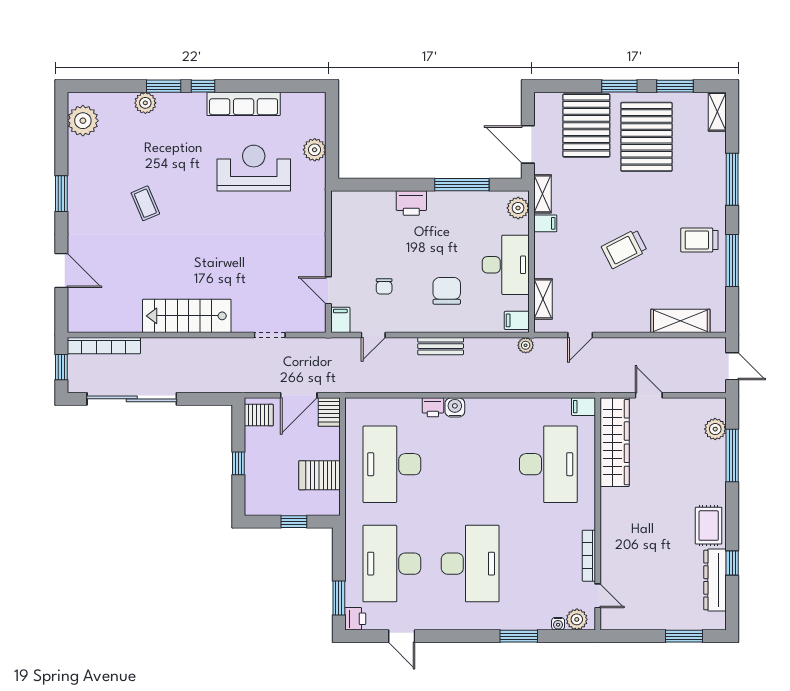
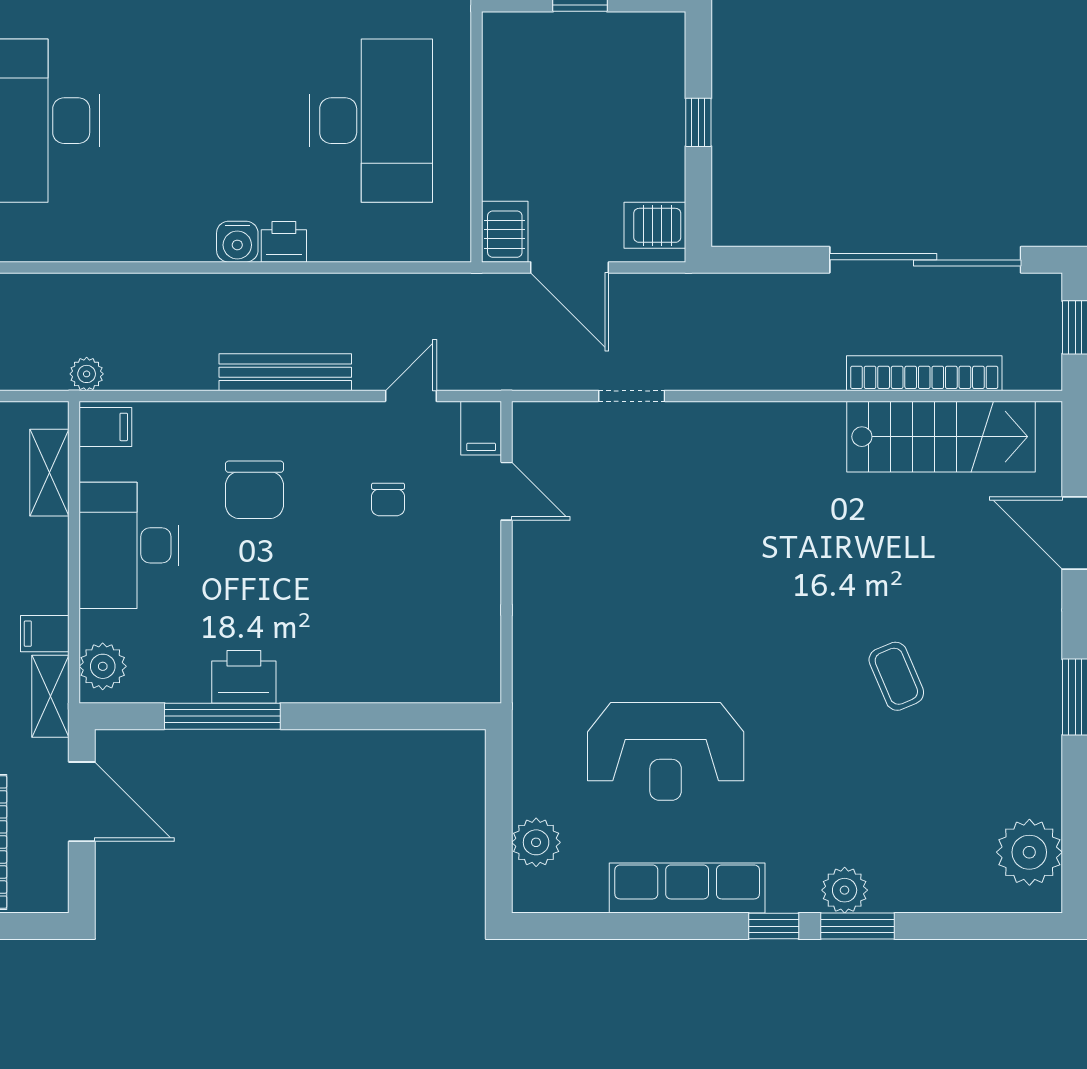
plant: (145, 103) -> (845, 890), moved
plant: (315, 150) -> (536, 842), moved
printer: (411, 203) -> (244, 677), moved
chair: (384, 286) -> (388, 499), turned 180
stairs: (187, 316) -> (941, 437), moved
bookcase: (104, 346) -> (924, 373), moved
bench: (441, 346) -> (285, 372), width x1.36
door: (299, 395) -> (570, 267), swing flipped
server rack: (319, 475) -> (525, 97), removed

